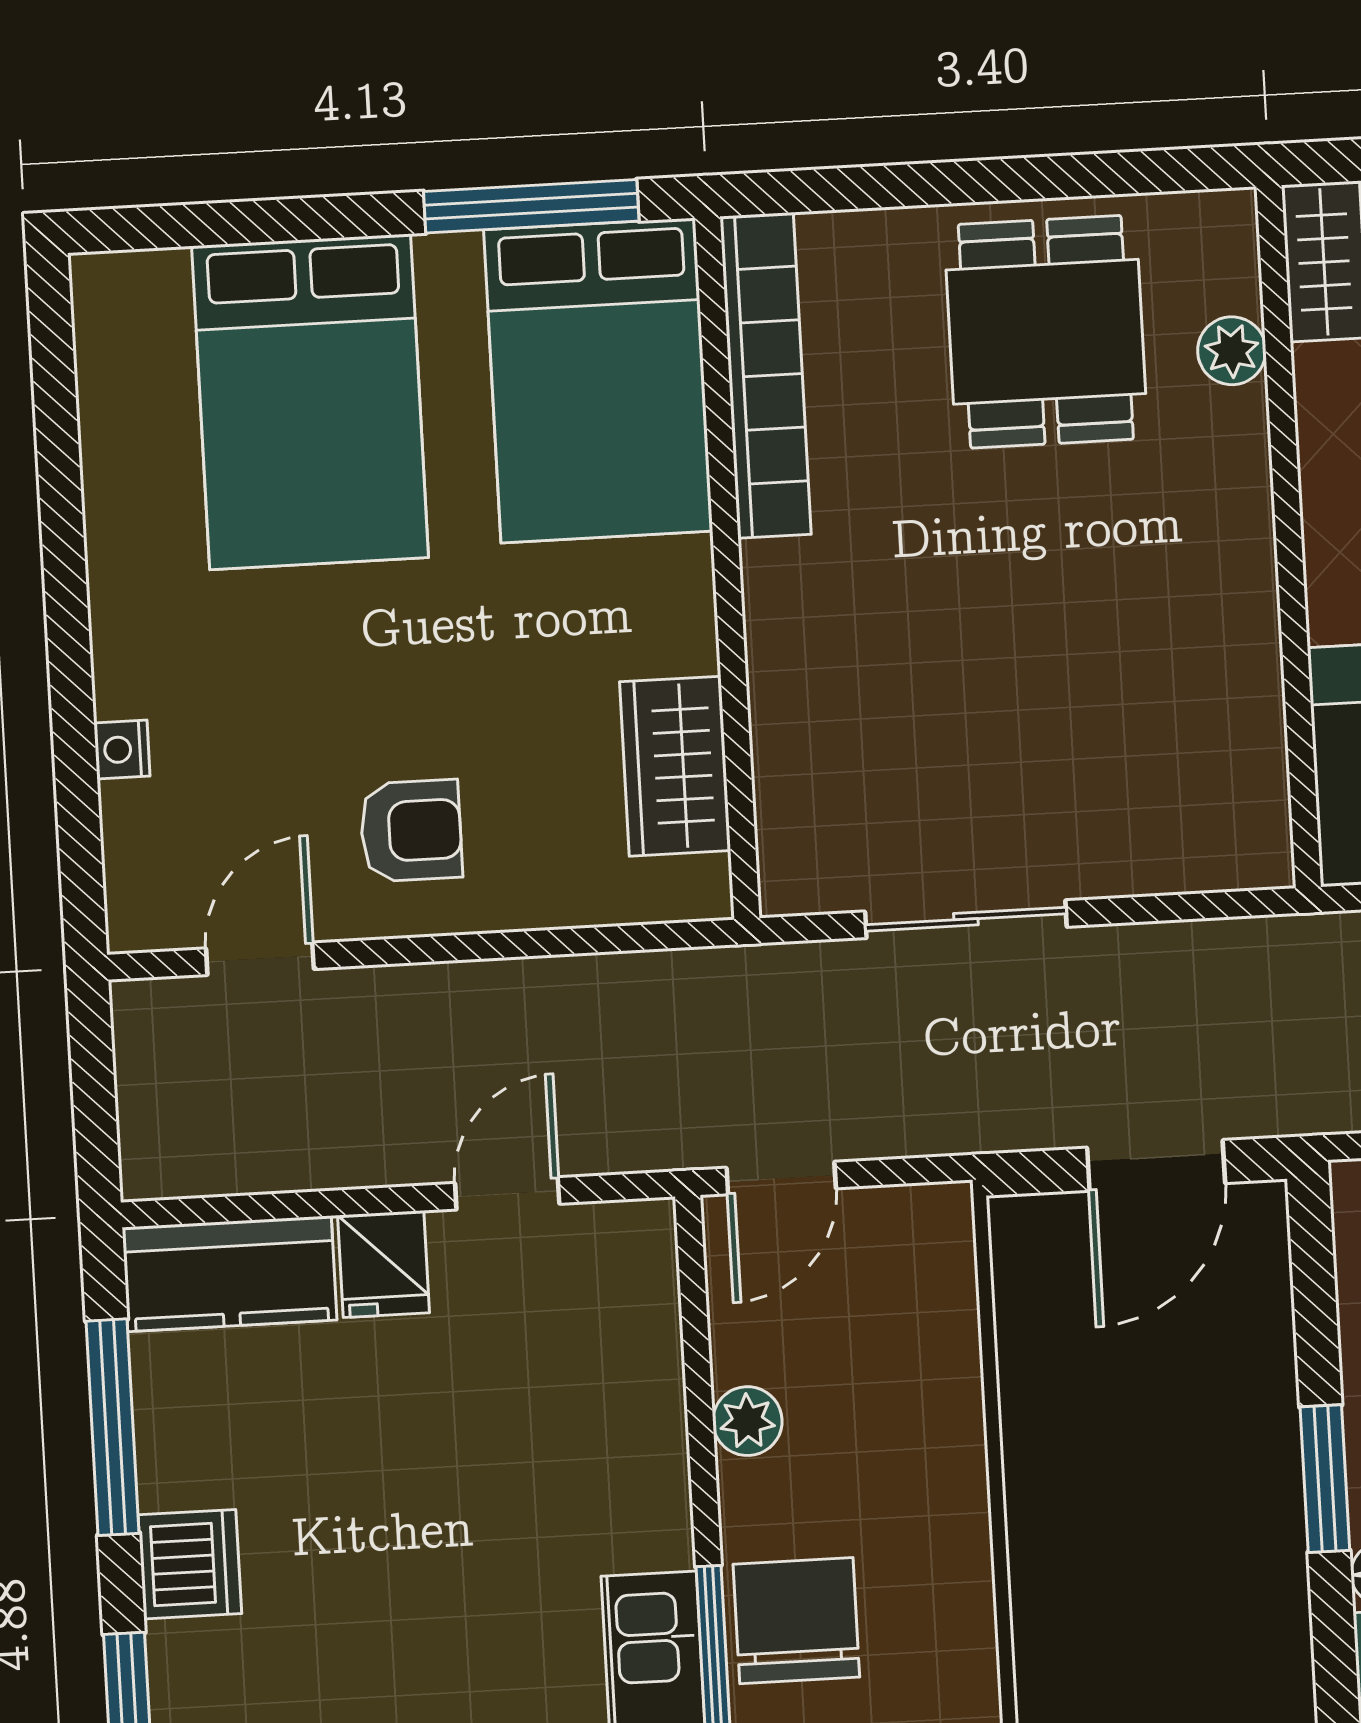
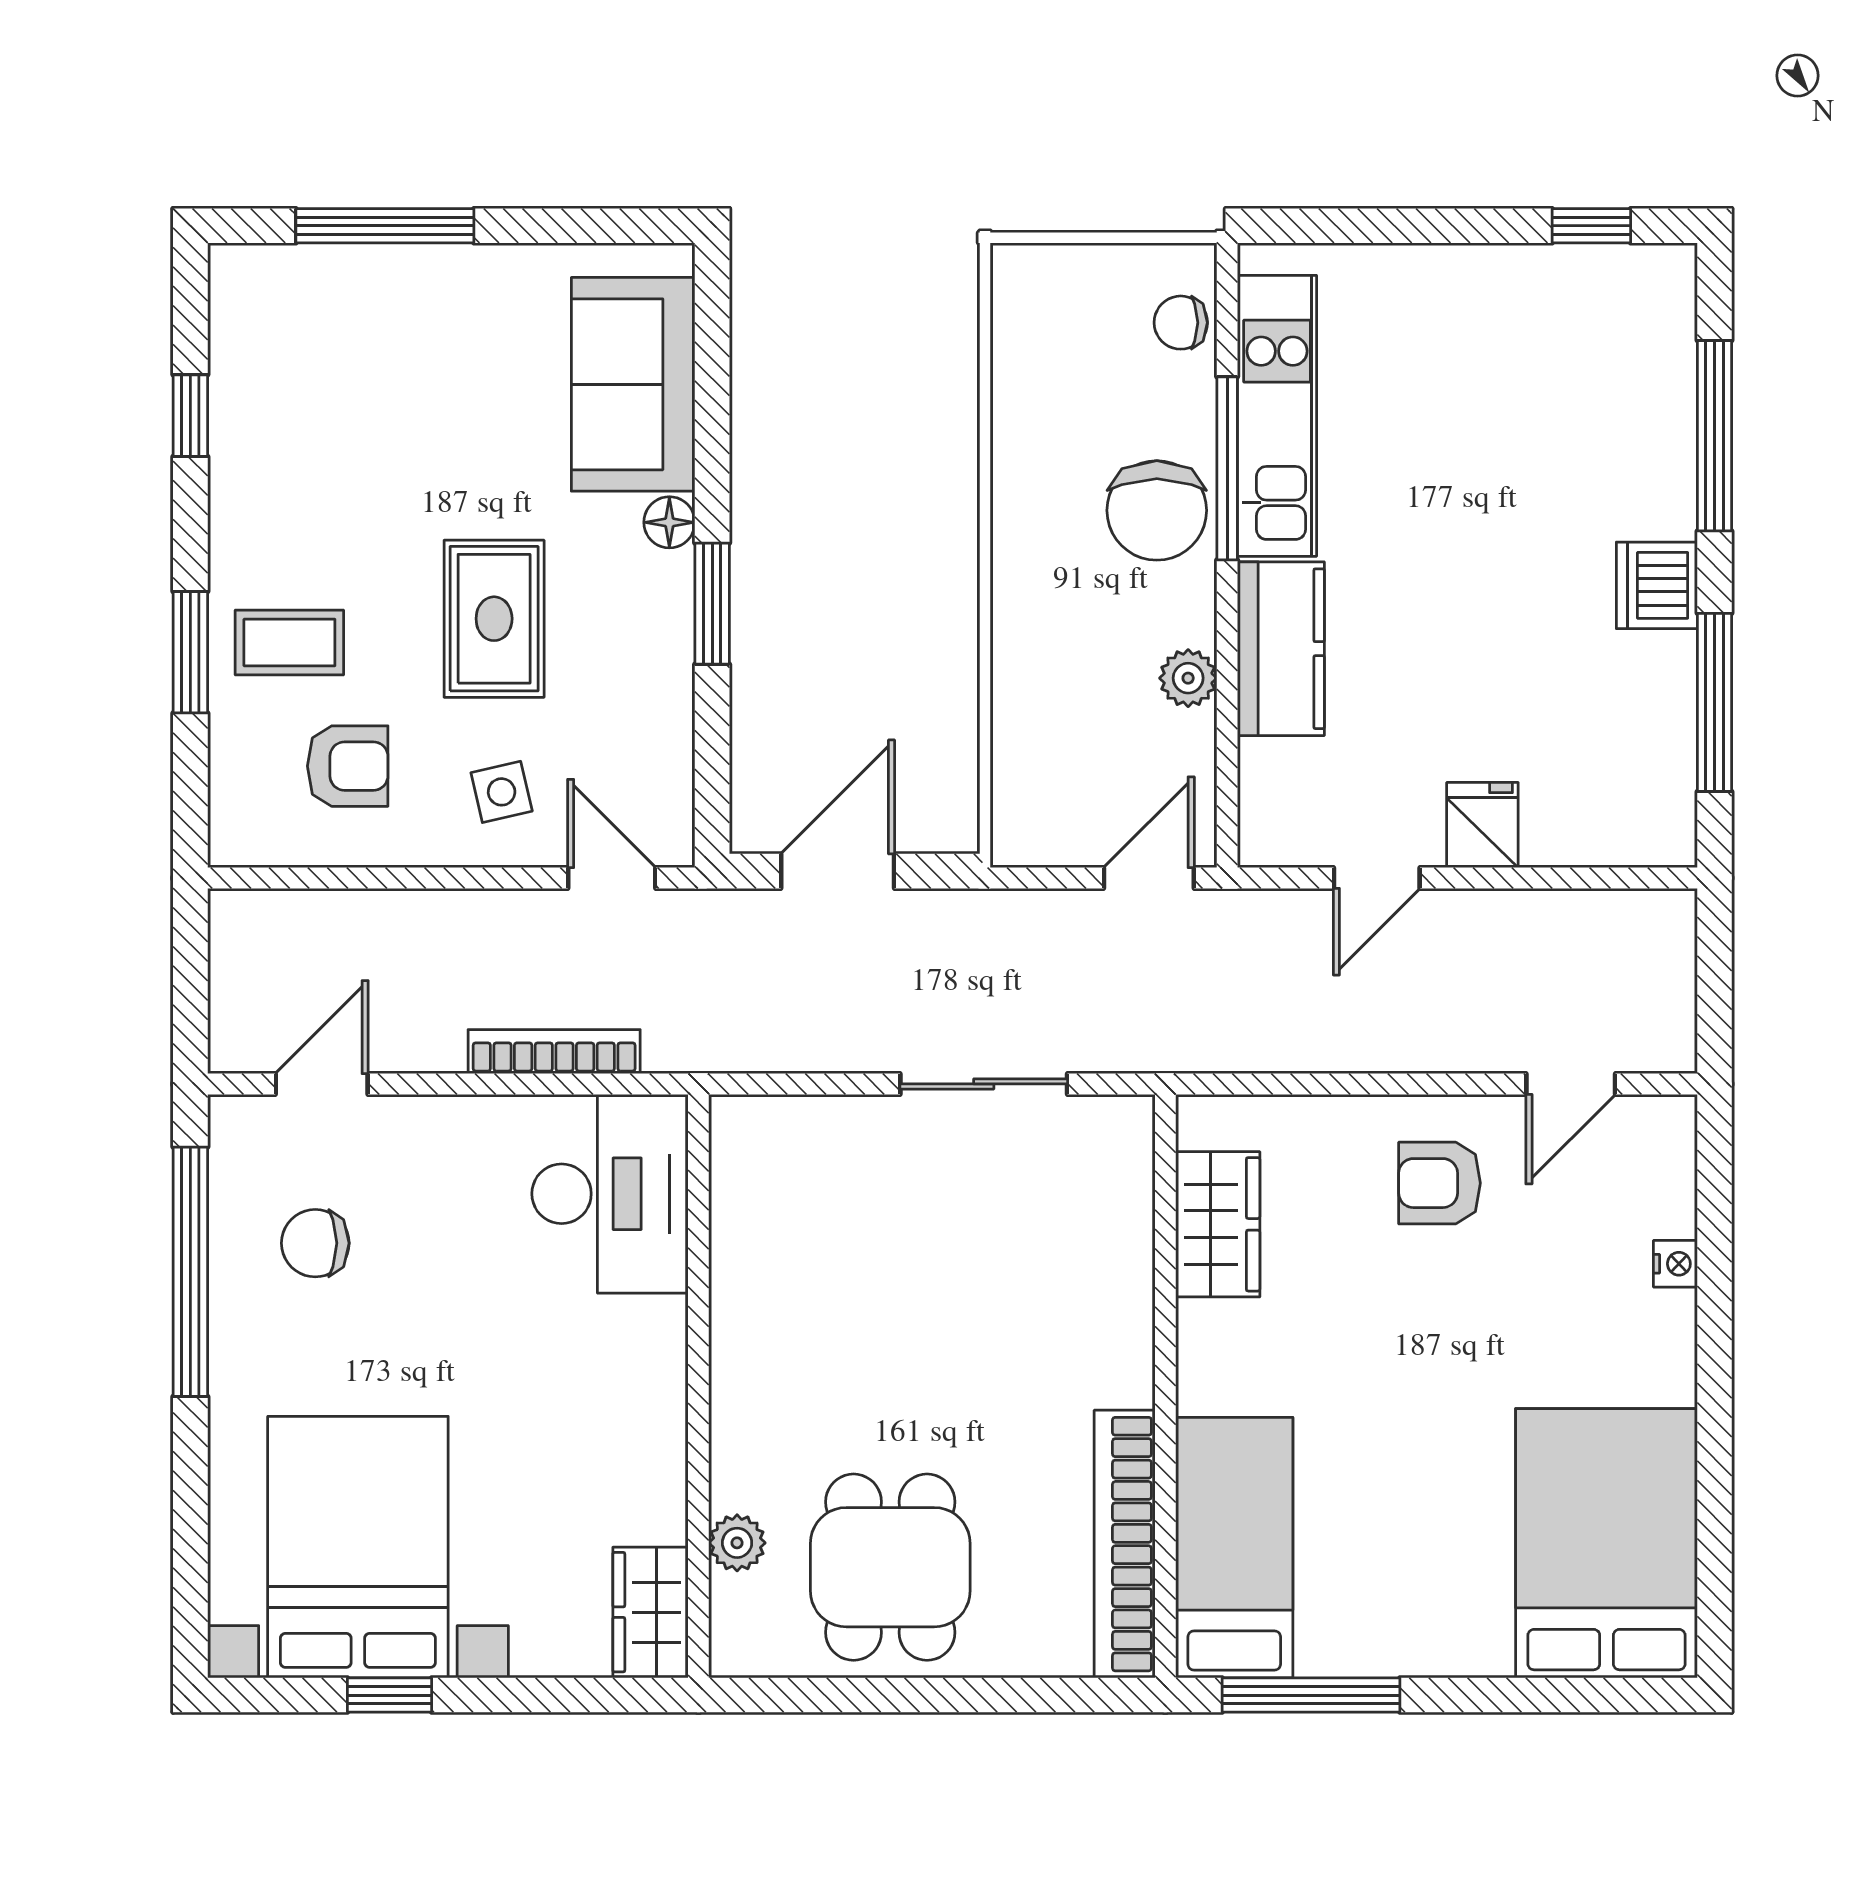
bed: (598, 380) -> (1234, 1548), width x0.67
bed: (310, 402) -> (1607, 1543), moved
kitchen counter: (229, 1274) -> (1281, 649), moved, turned 90

